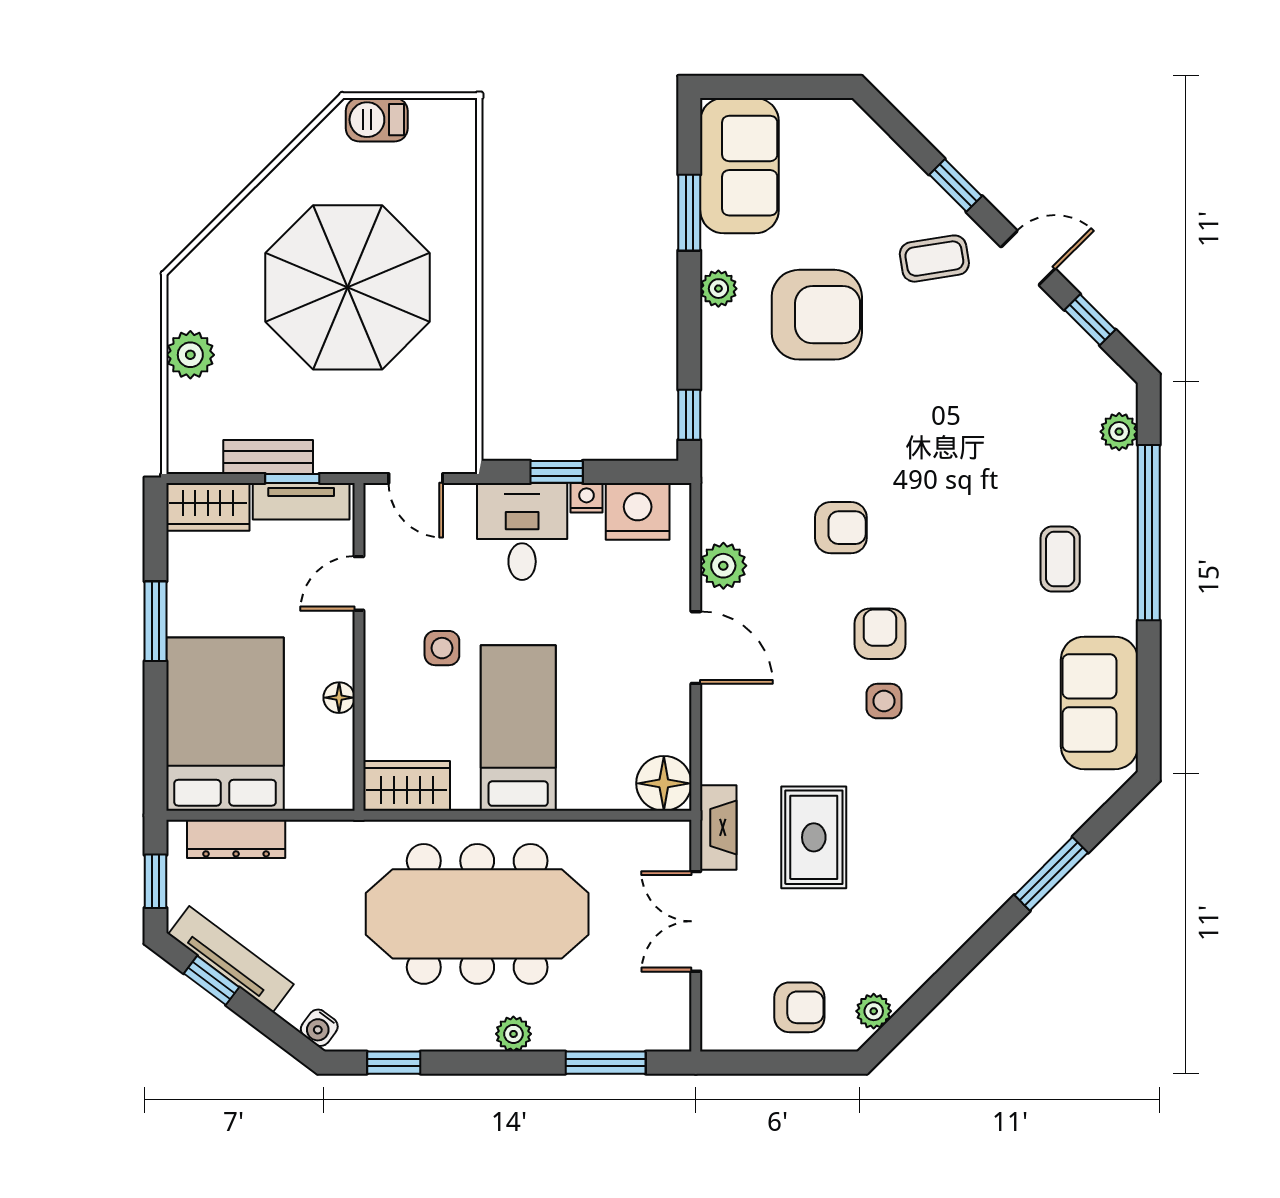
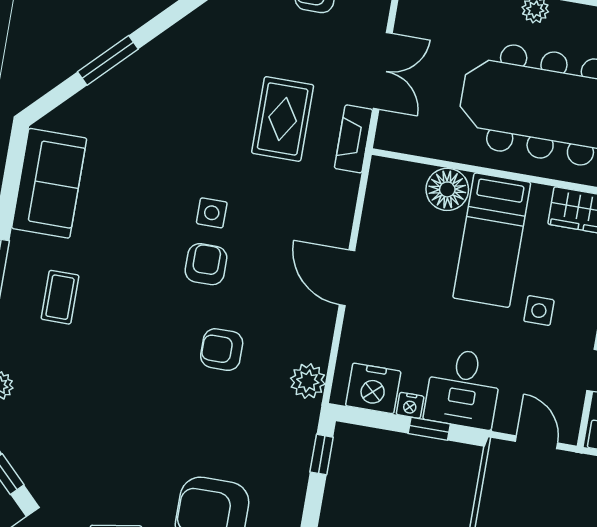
plant: (723, 566) -> (308, 381), moved
armchair: (880, 634) -> (206, 264), turned 180
floor lamp: (664, 783) -> (447, 189), moved

